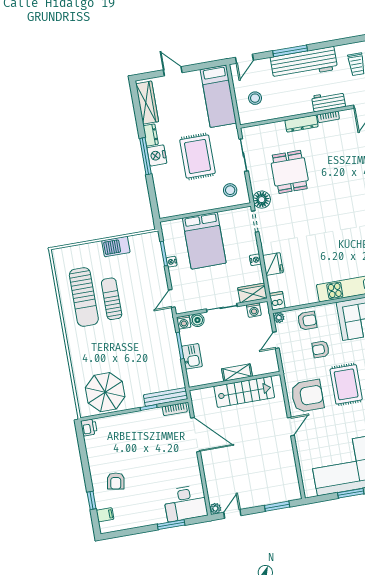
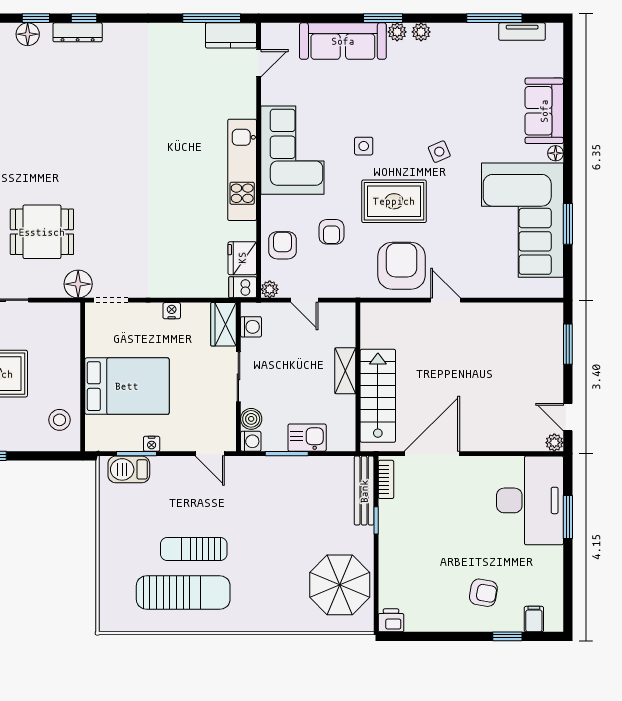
stool: (230, 190) -> (60, 420), moved
barbecue: (116, 246) -> (129, 469), moved, turned 90
fridge: (273, 264) -> (242, 258), moved, turned -90
stairs: (244, 392) -> (378, 396), moved
desk: (185, 503) -> (530, 500), width x1.36, depth x1.30

